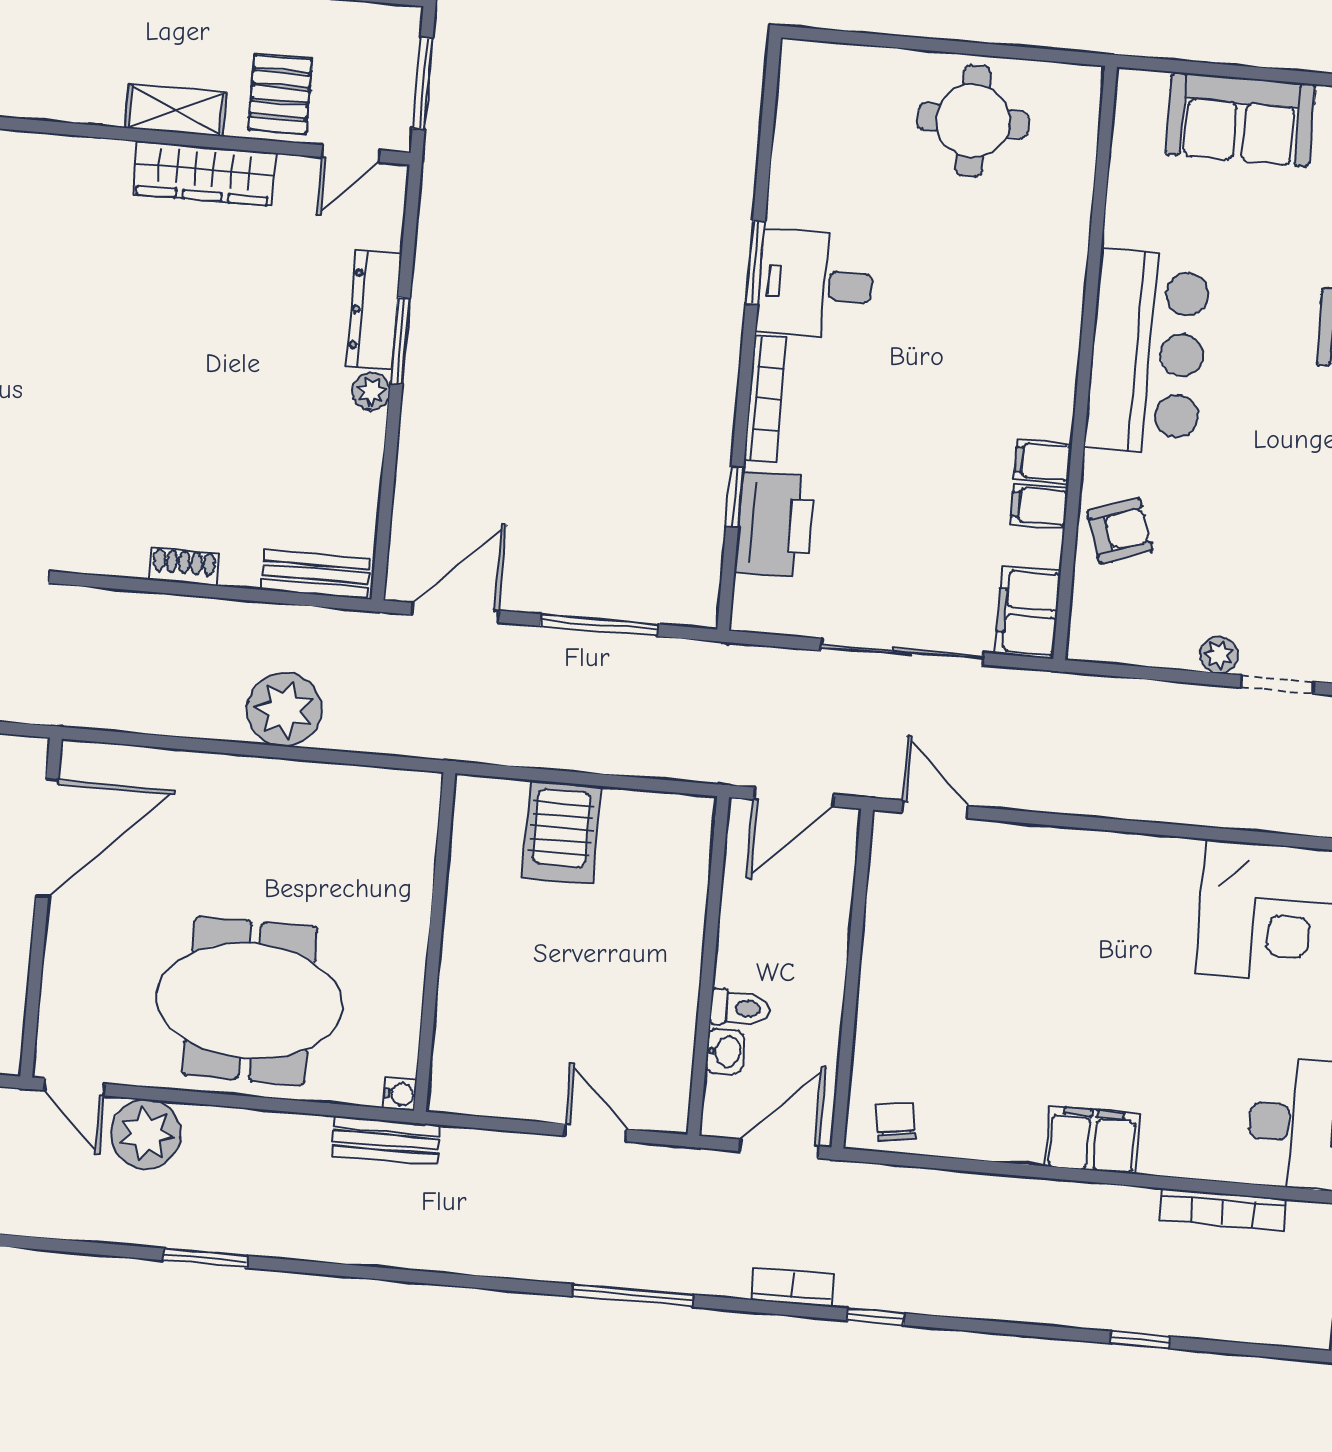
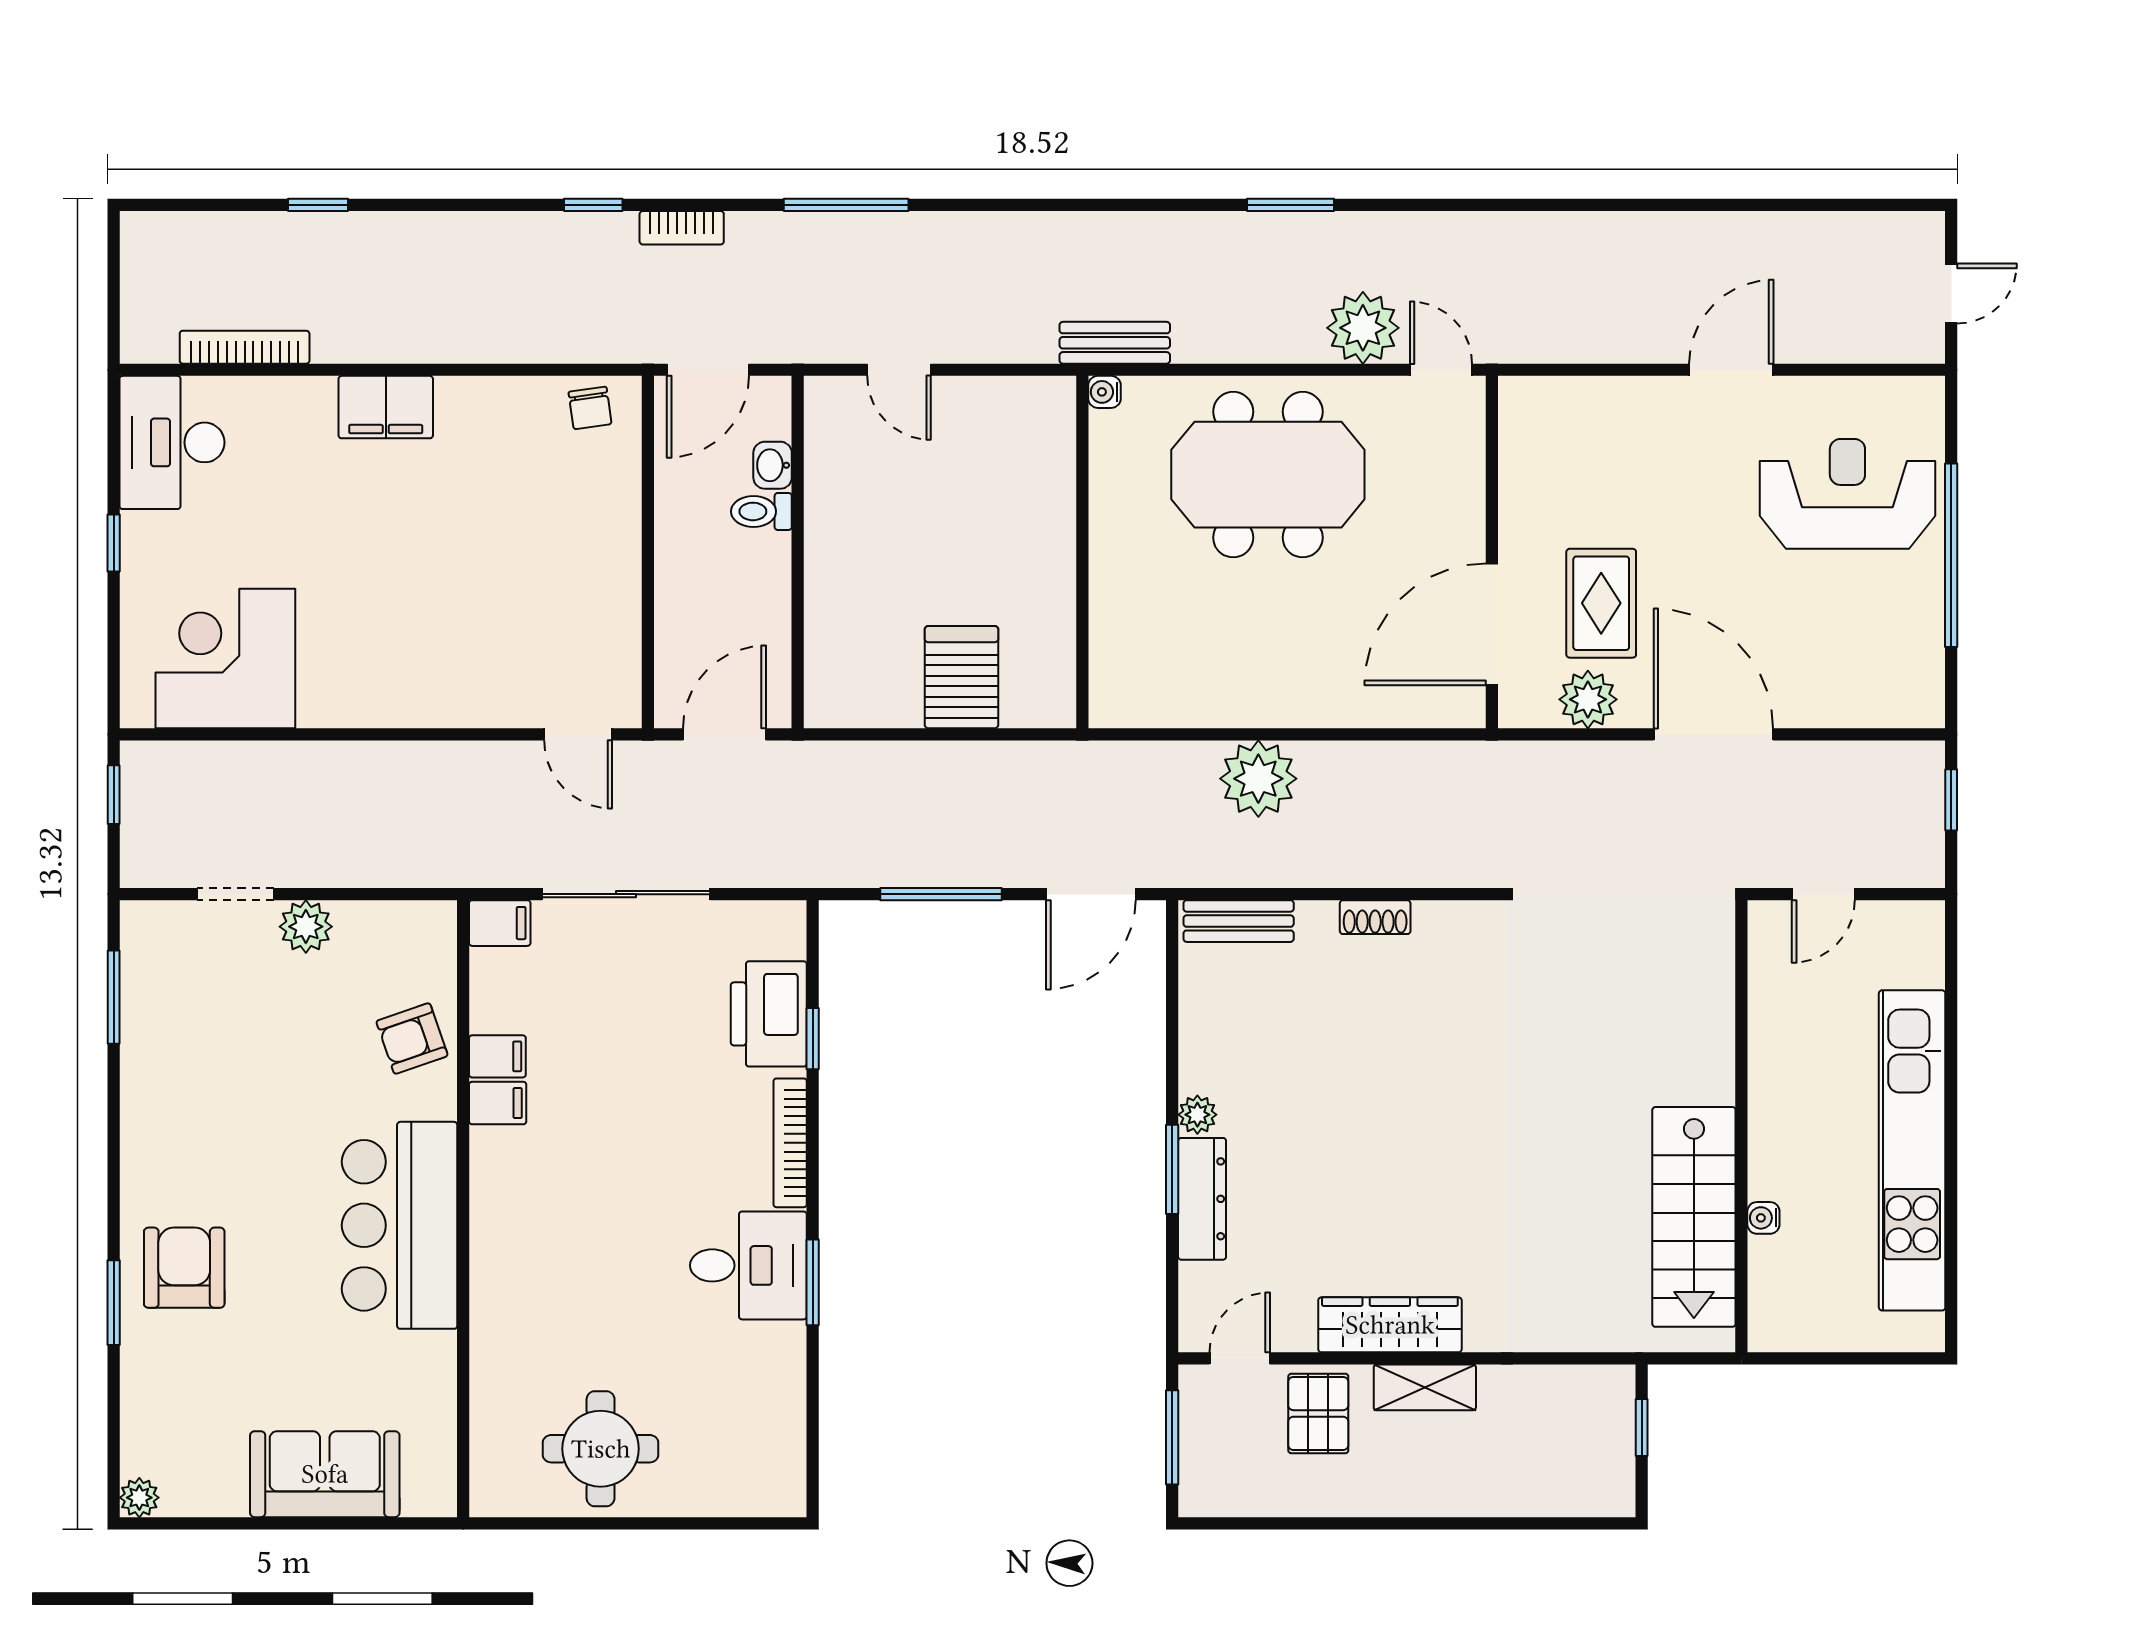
filing cabinet: (1028, 612) -> (500, 923), width x0.50
plant: (1219, 655) -> (306, 927), width x1.38, depth x1.38

